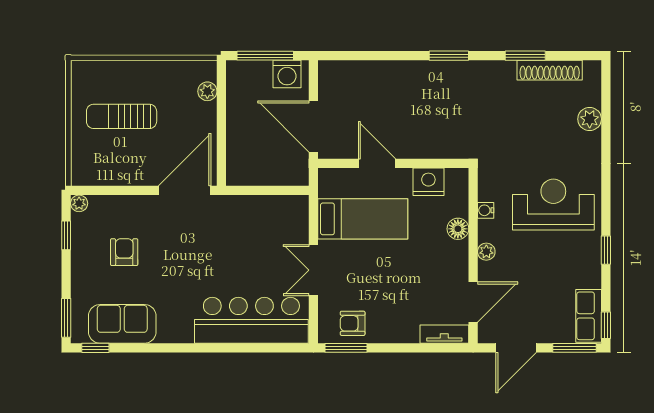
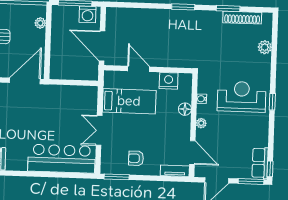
window: (606, 250) -> (272, 102), moved
door: (473, 302) -> (192, 153), hinge flipped
armchair: (353, 323) -> (136, 158), moved

